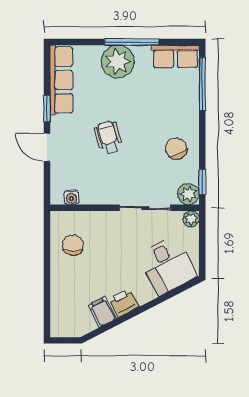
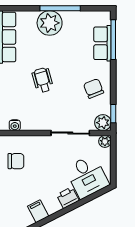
row of seats: (175, 56) -> (102, 43), moved, turned 90
chair: (73, 245) -> (16, 161), turned 90
printer: (124, 303) -> (68, 198), moved

